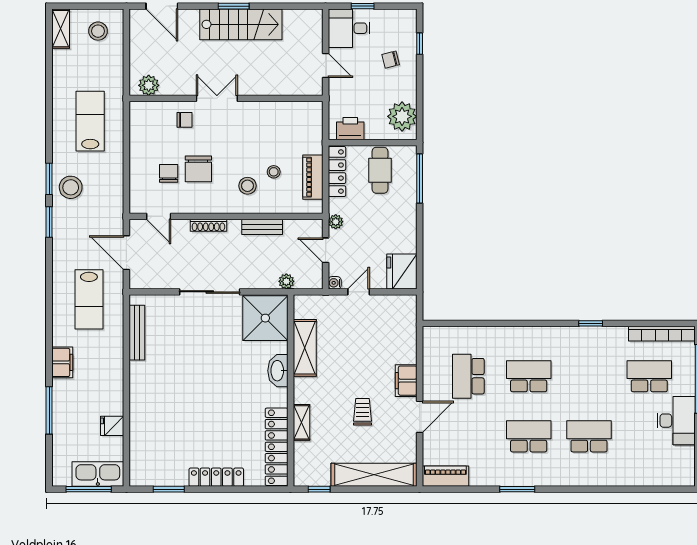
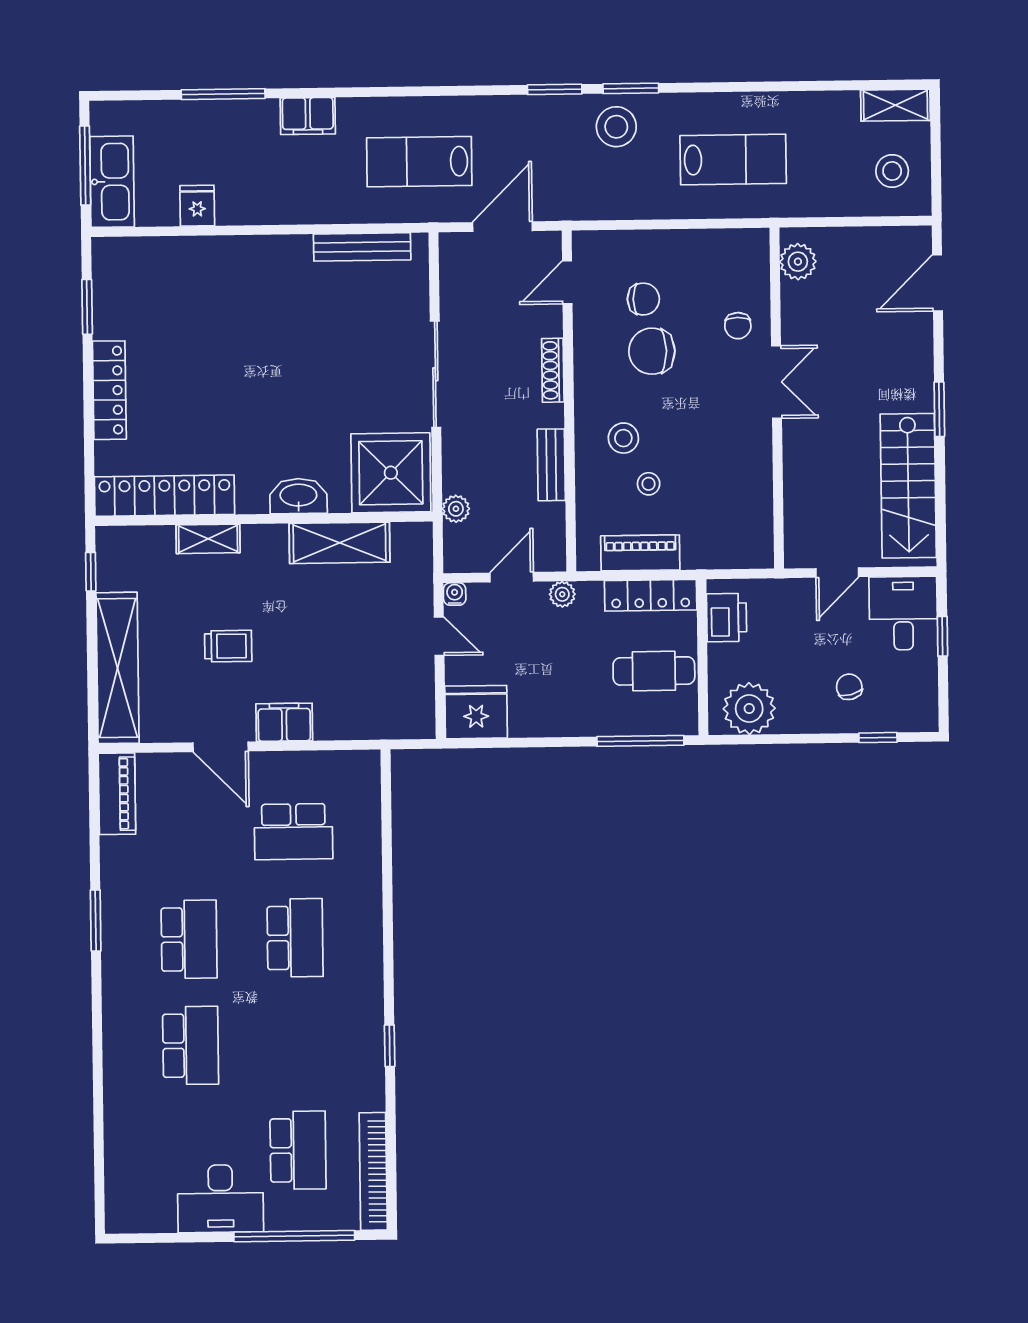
stairs: (241, 24) -> (908, 486), moved
school desk: (468, 376) -> (294, 832), turned 180

